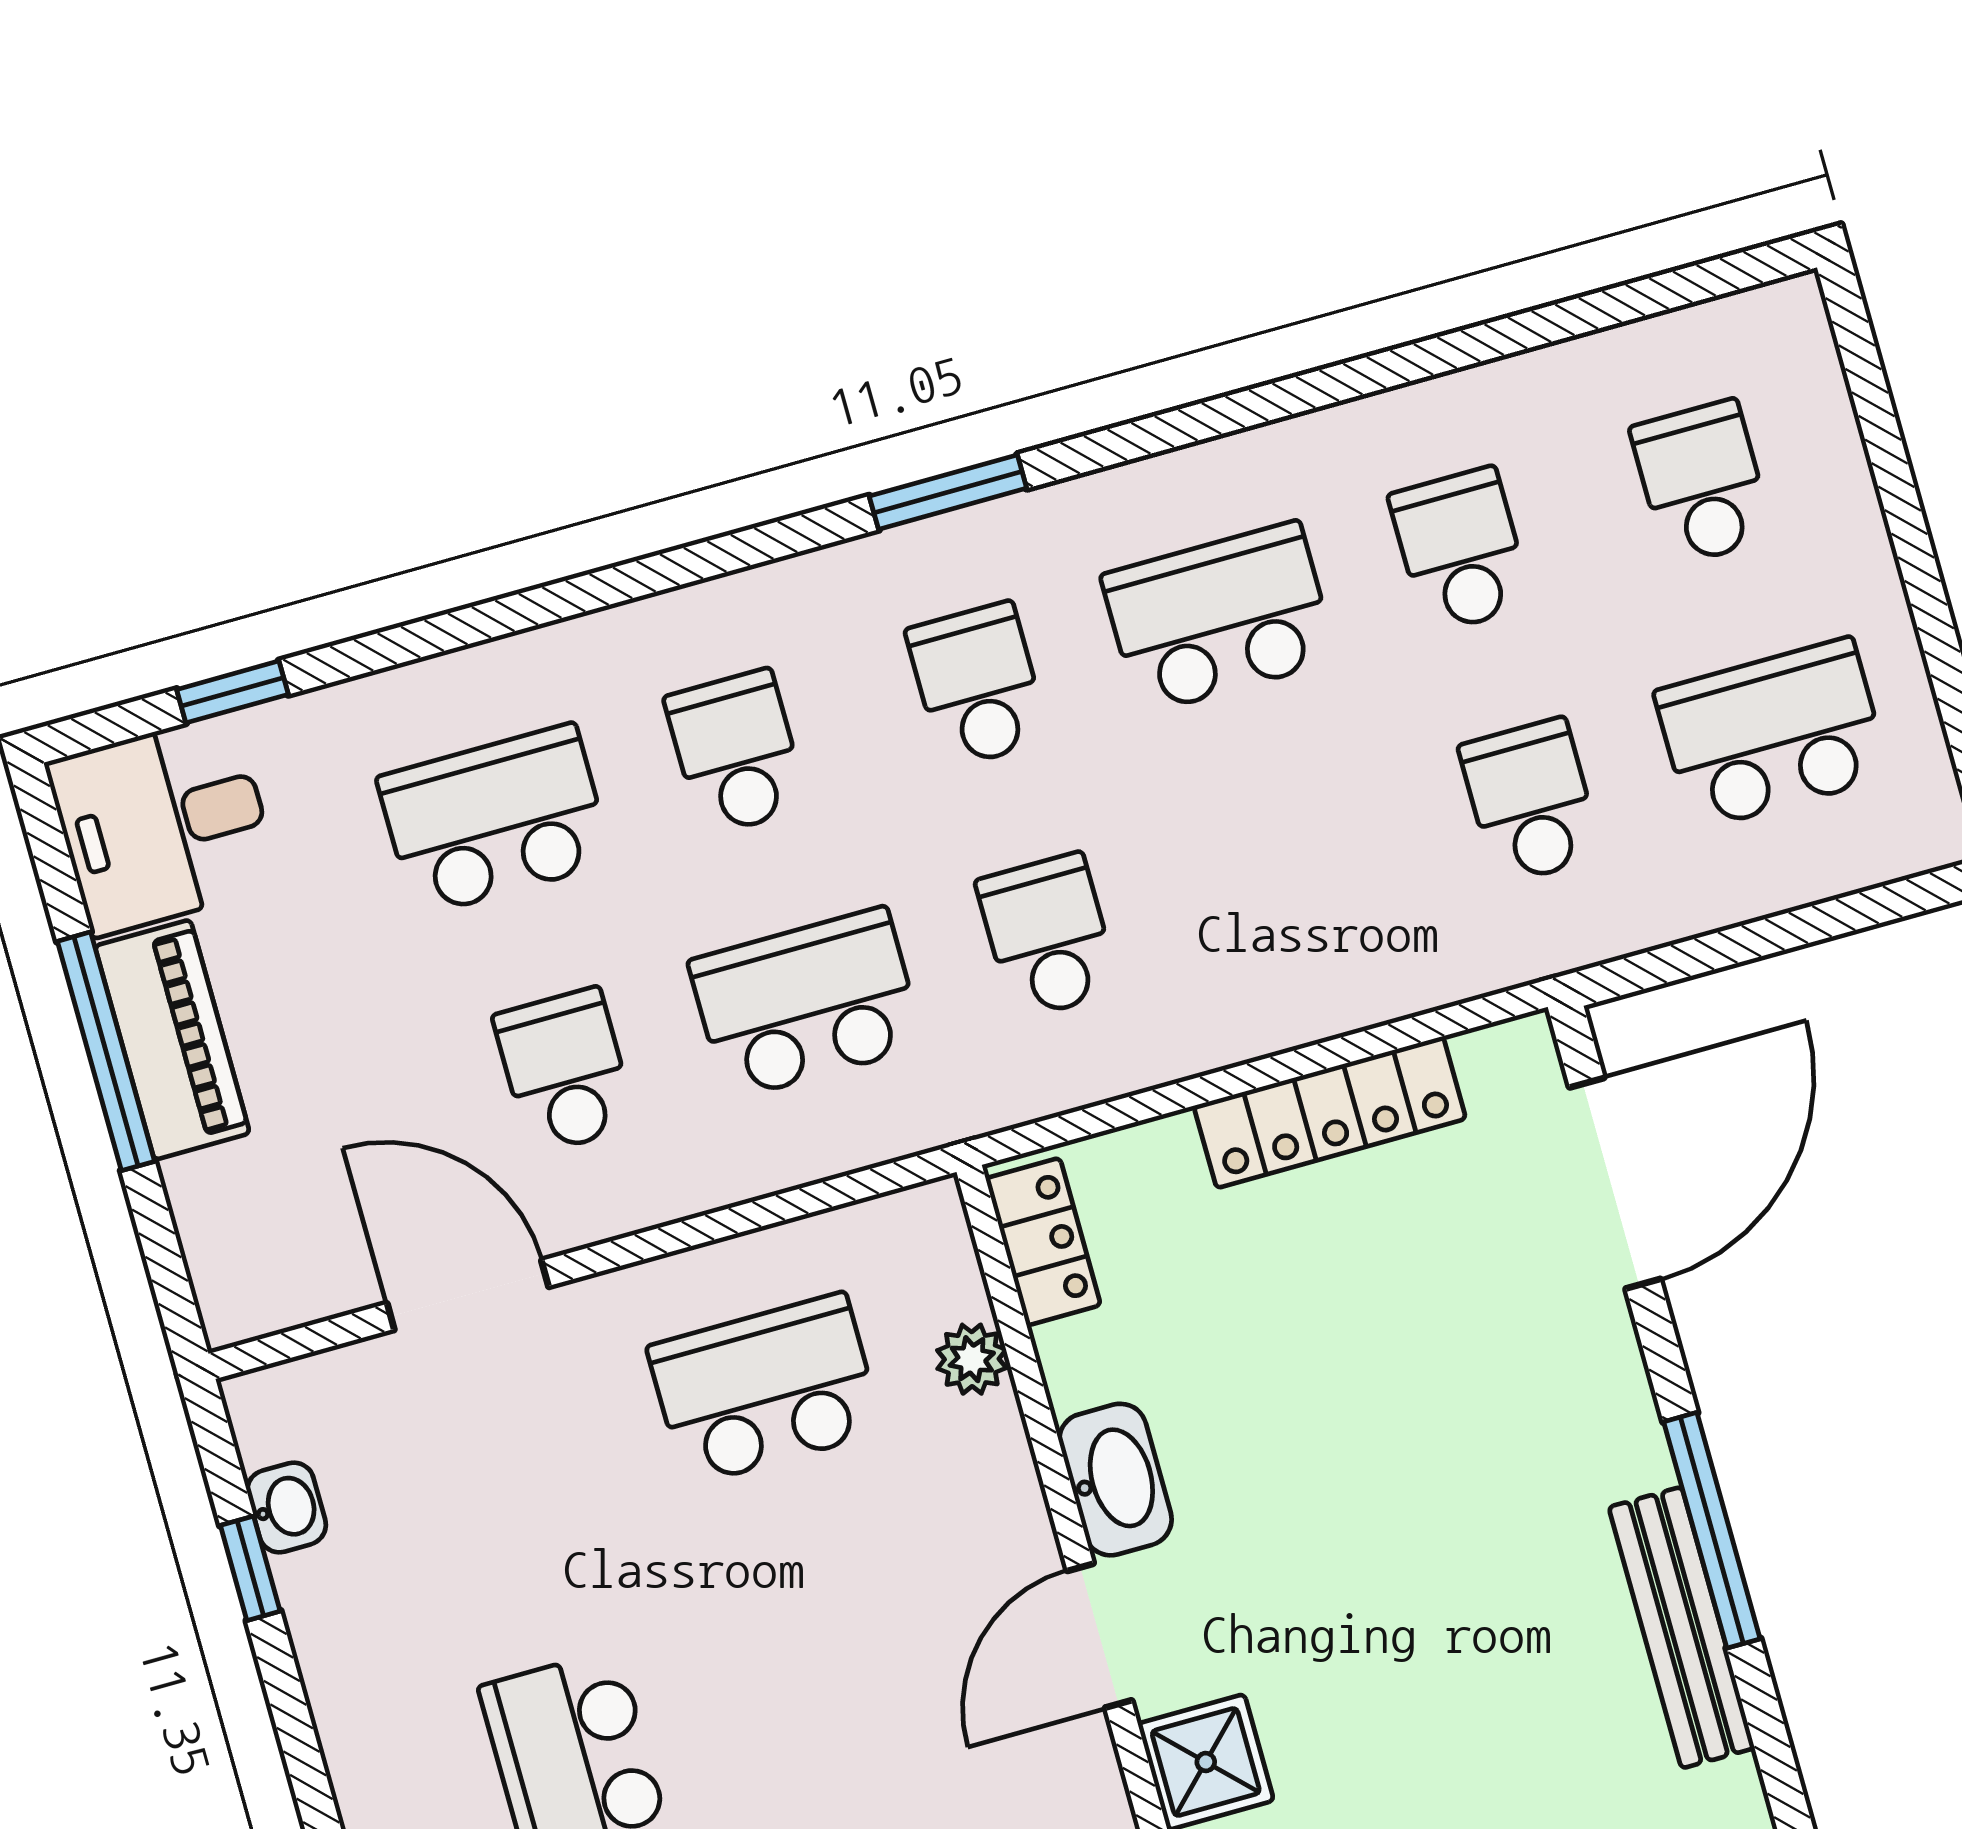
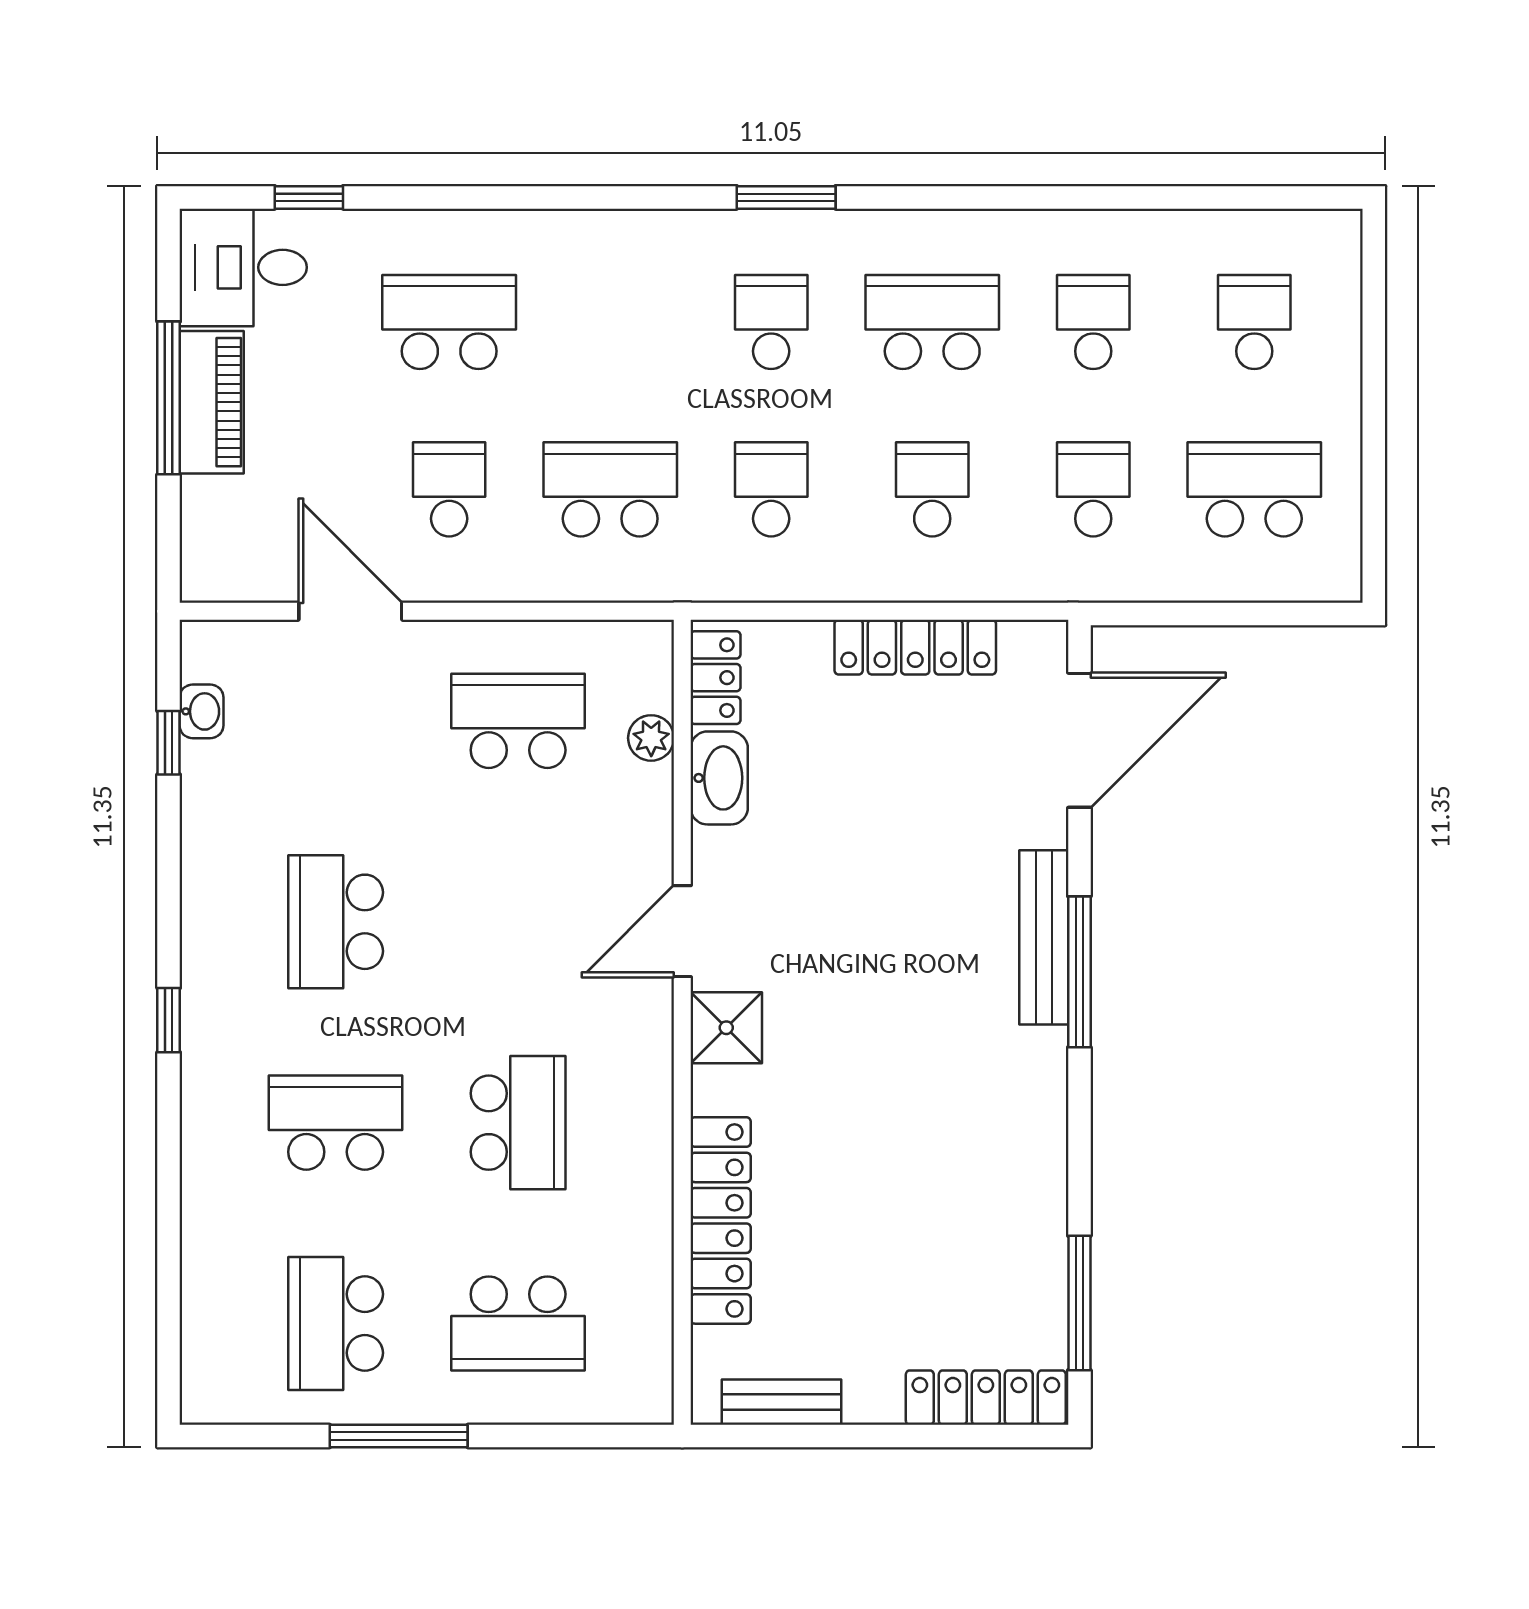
school desk: (736, 753) -> (932, 489), moved
washbasin: (1115, 1480) -> (719, 778), moved
bench: (1682, 1628) -> (1044, 937), moved

